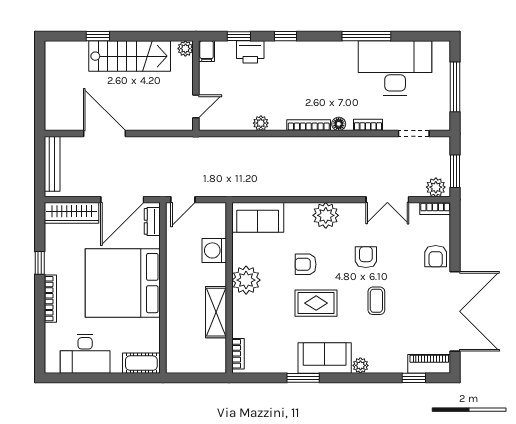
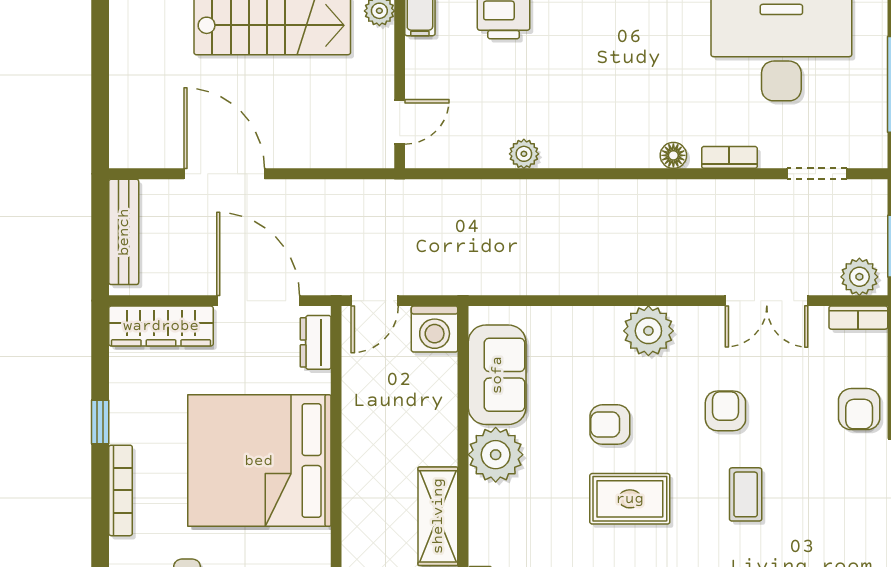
bookcase: (309, 125) -> (616, 158), removed
door: (122, 200) -> (258, 301), swing flipped
sofa: (258, 217) -> (497, 375), moved, turned -90
washing machine: (214, 250) -> (435, 329), moved, turned -90

